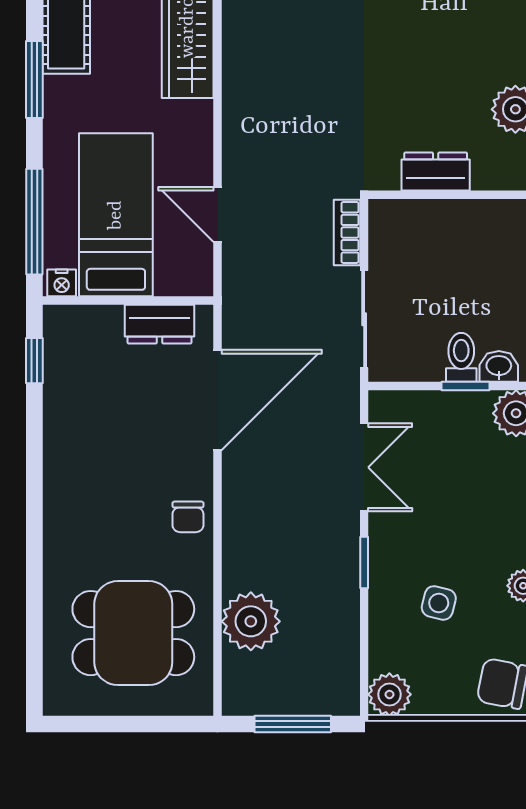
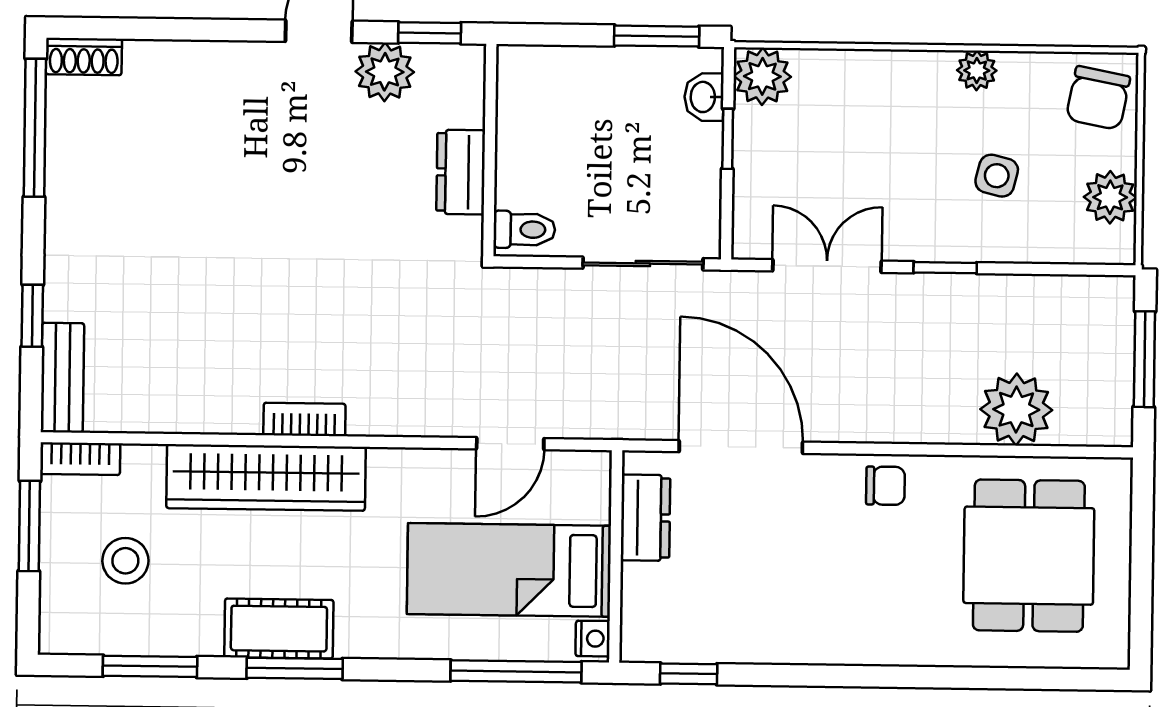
window: (34, 79) -> (295, 668), moved
bookcase: (347, 232) -> (304, 419), moved, turned 180
toilet: (461, 357) -> (524, 230), moved, turned 180
plant: (389, 694) -> (1110, 197), moved

